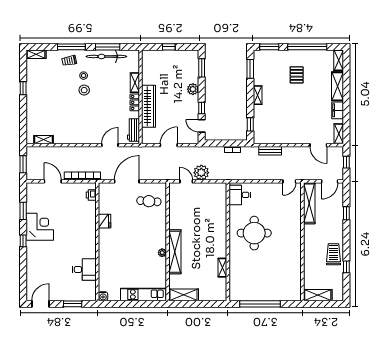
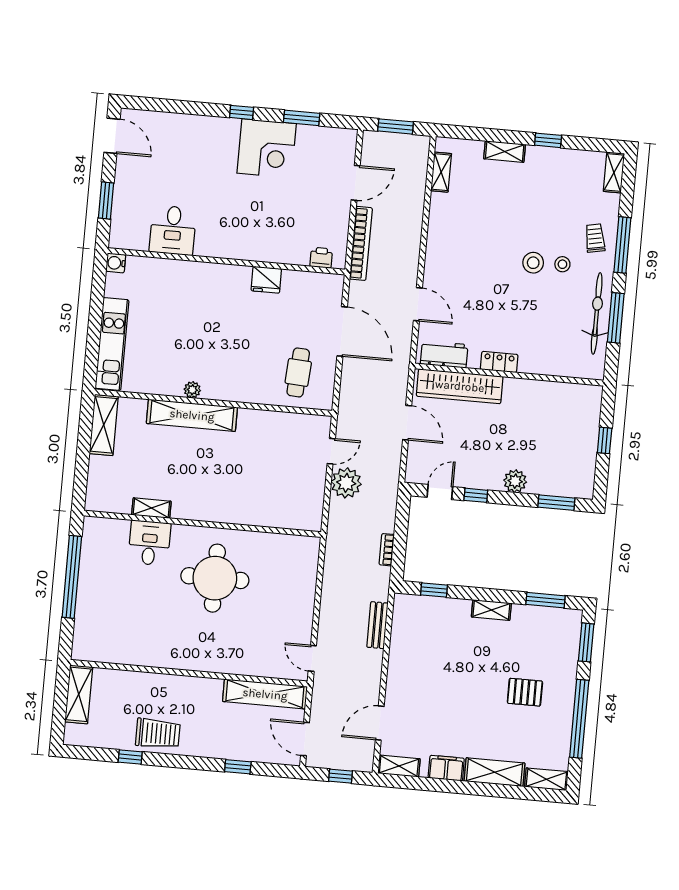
shelving: (135, 83) -> (505, 152), moved
wardrobe: (148, 106) -> (460, 386), moved
desk: (240, 195) -> (149, 543), moved

